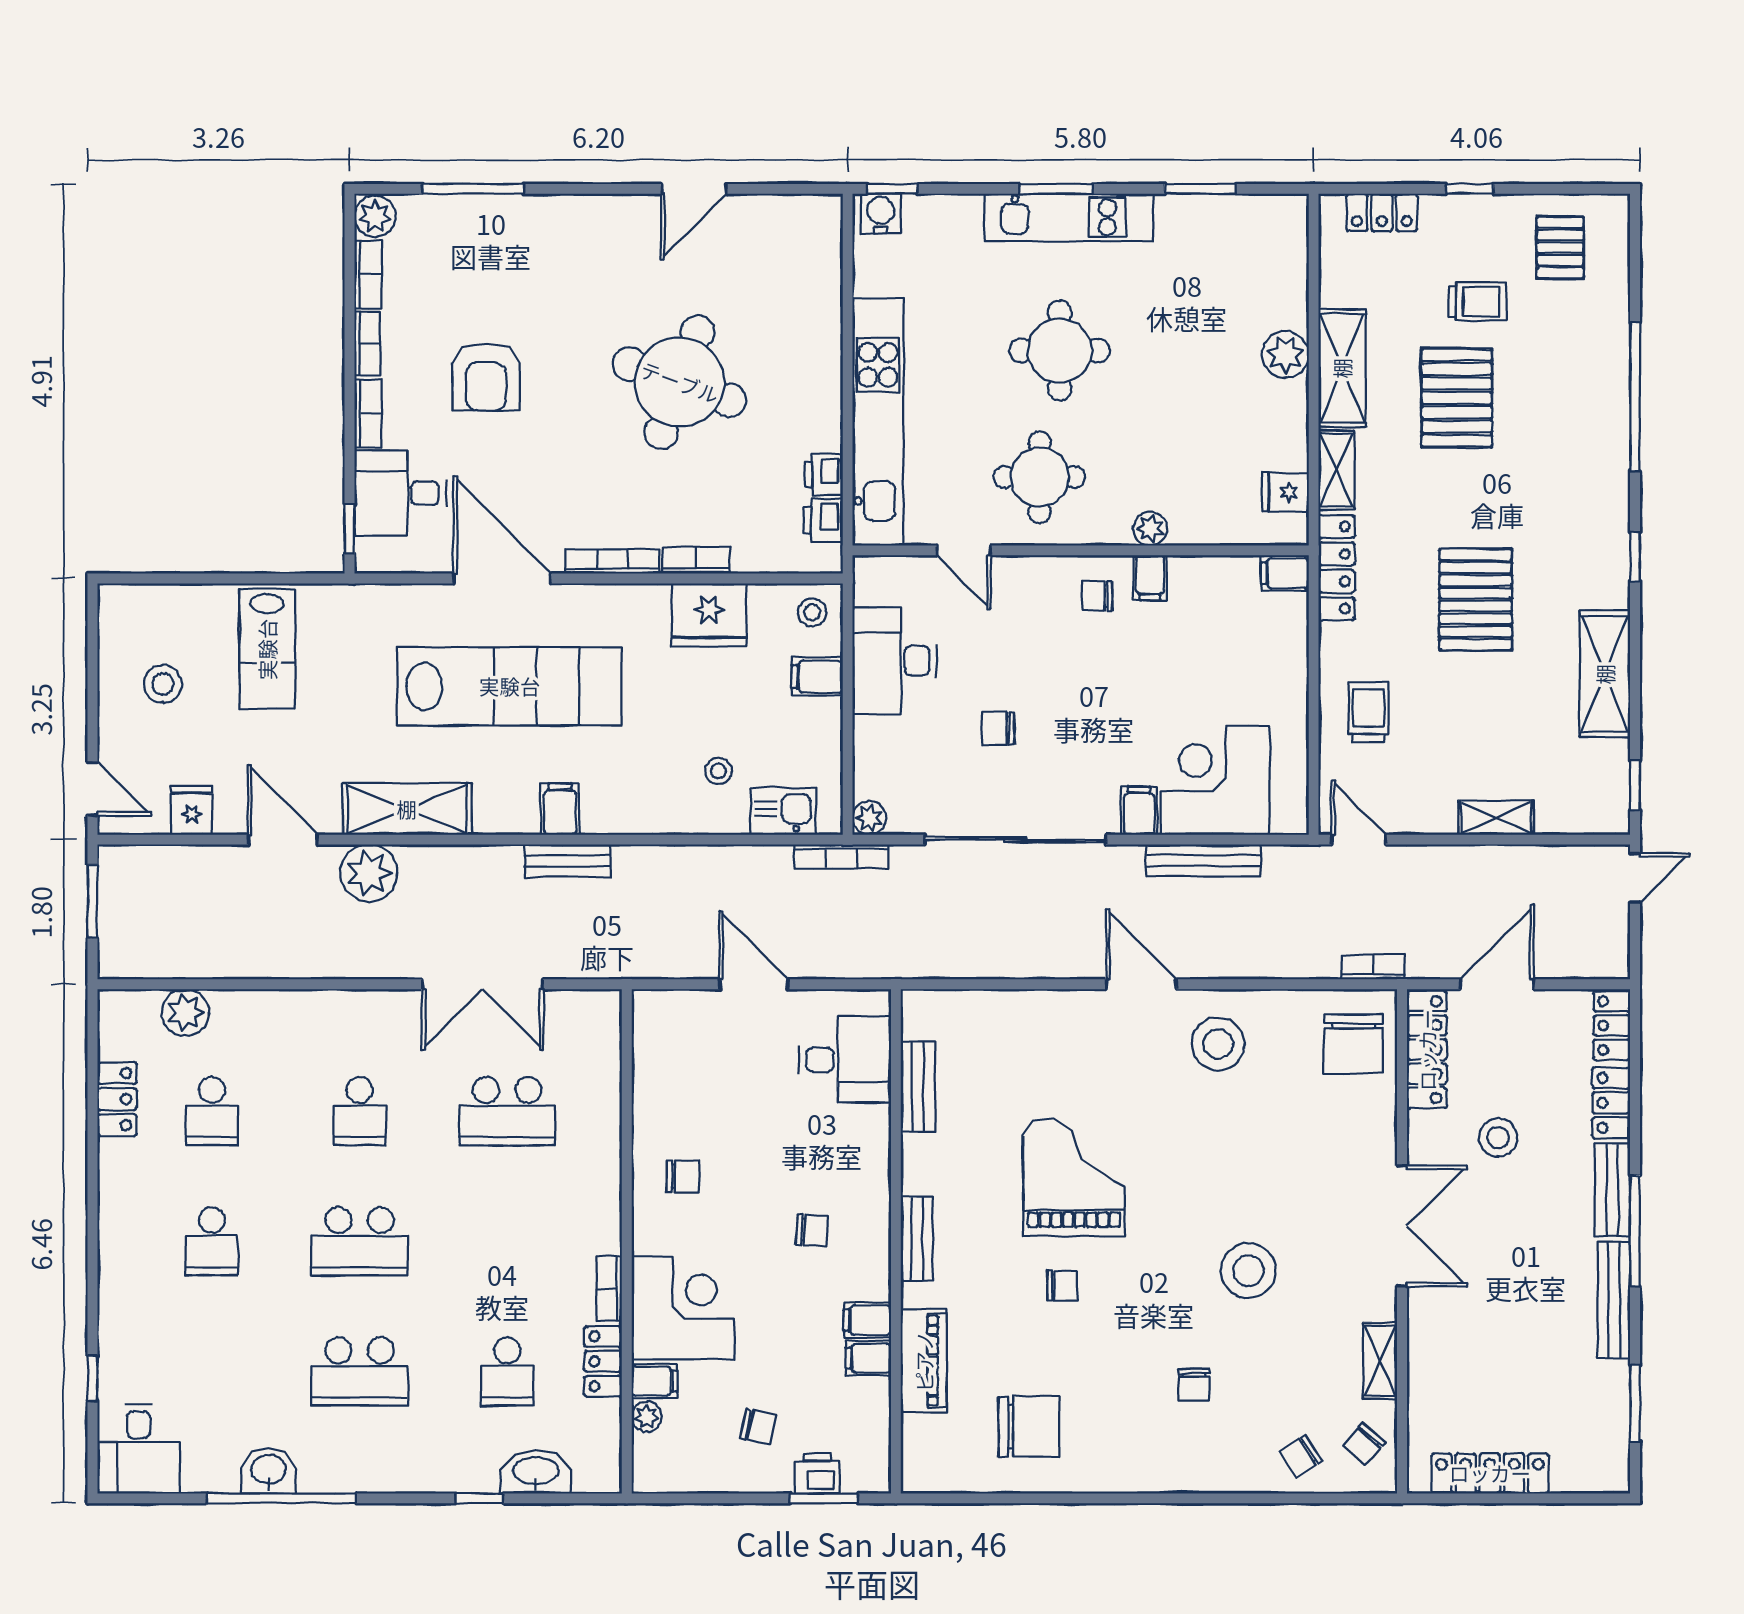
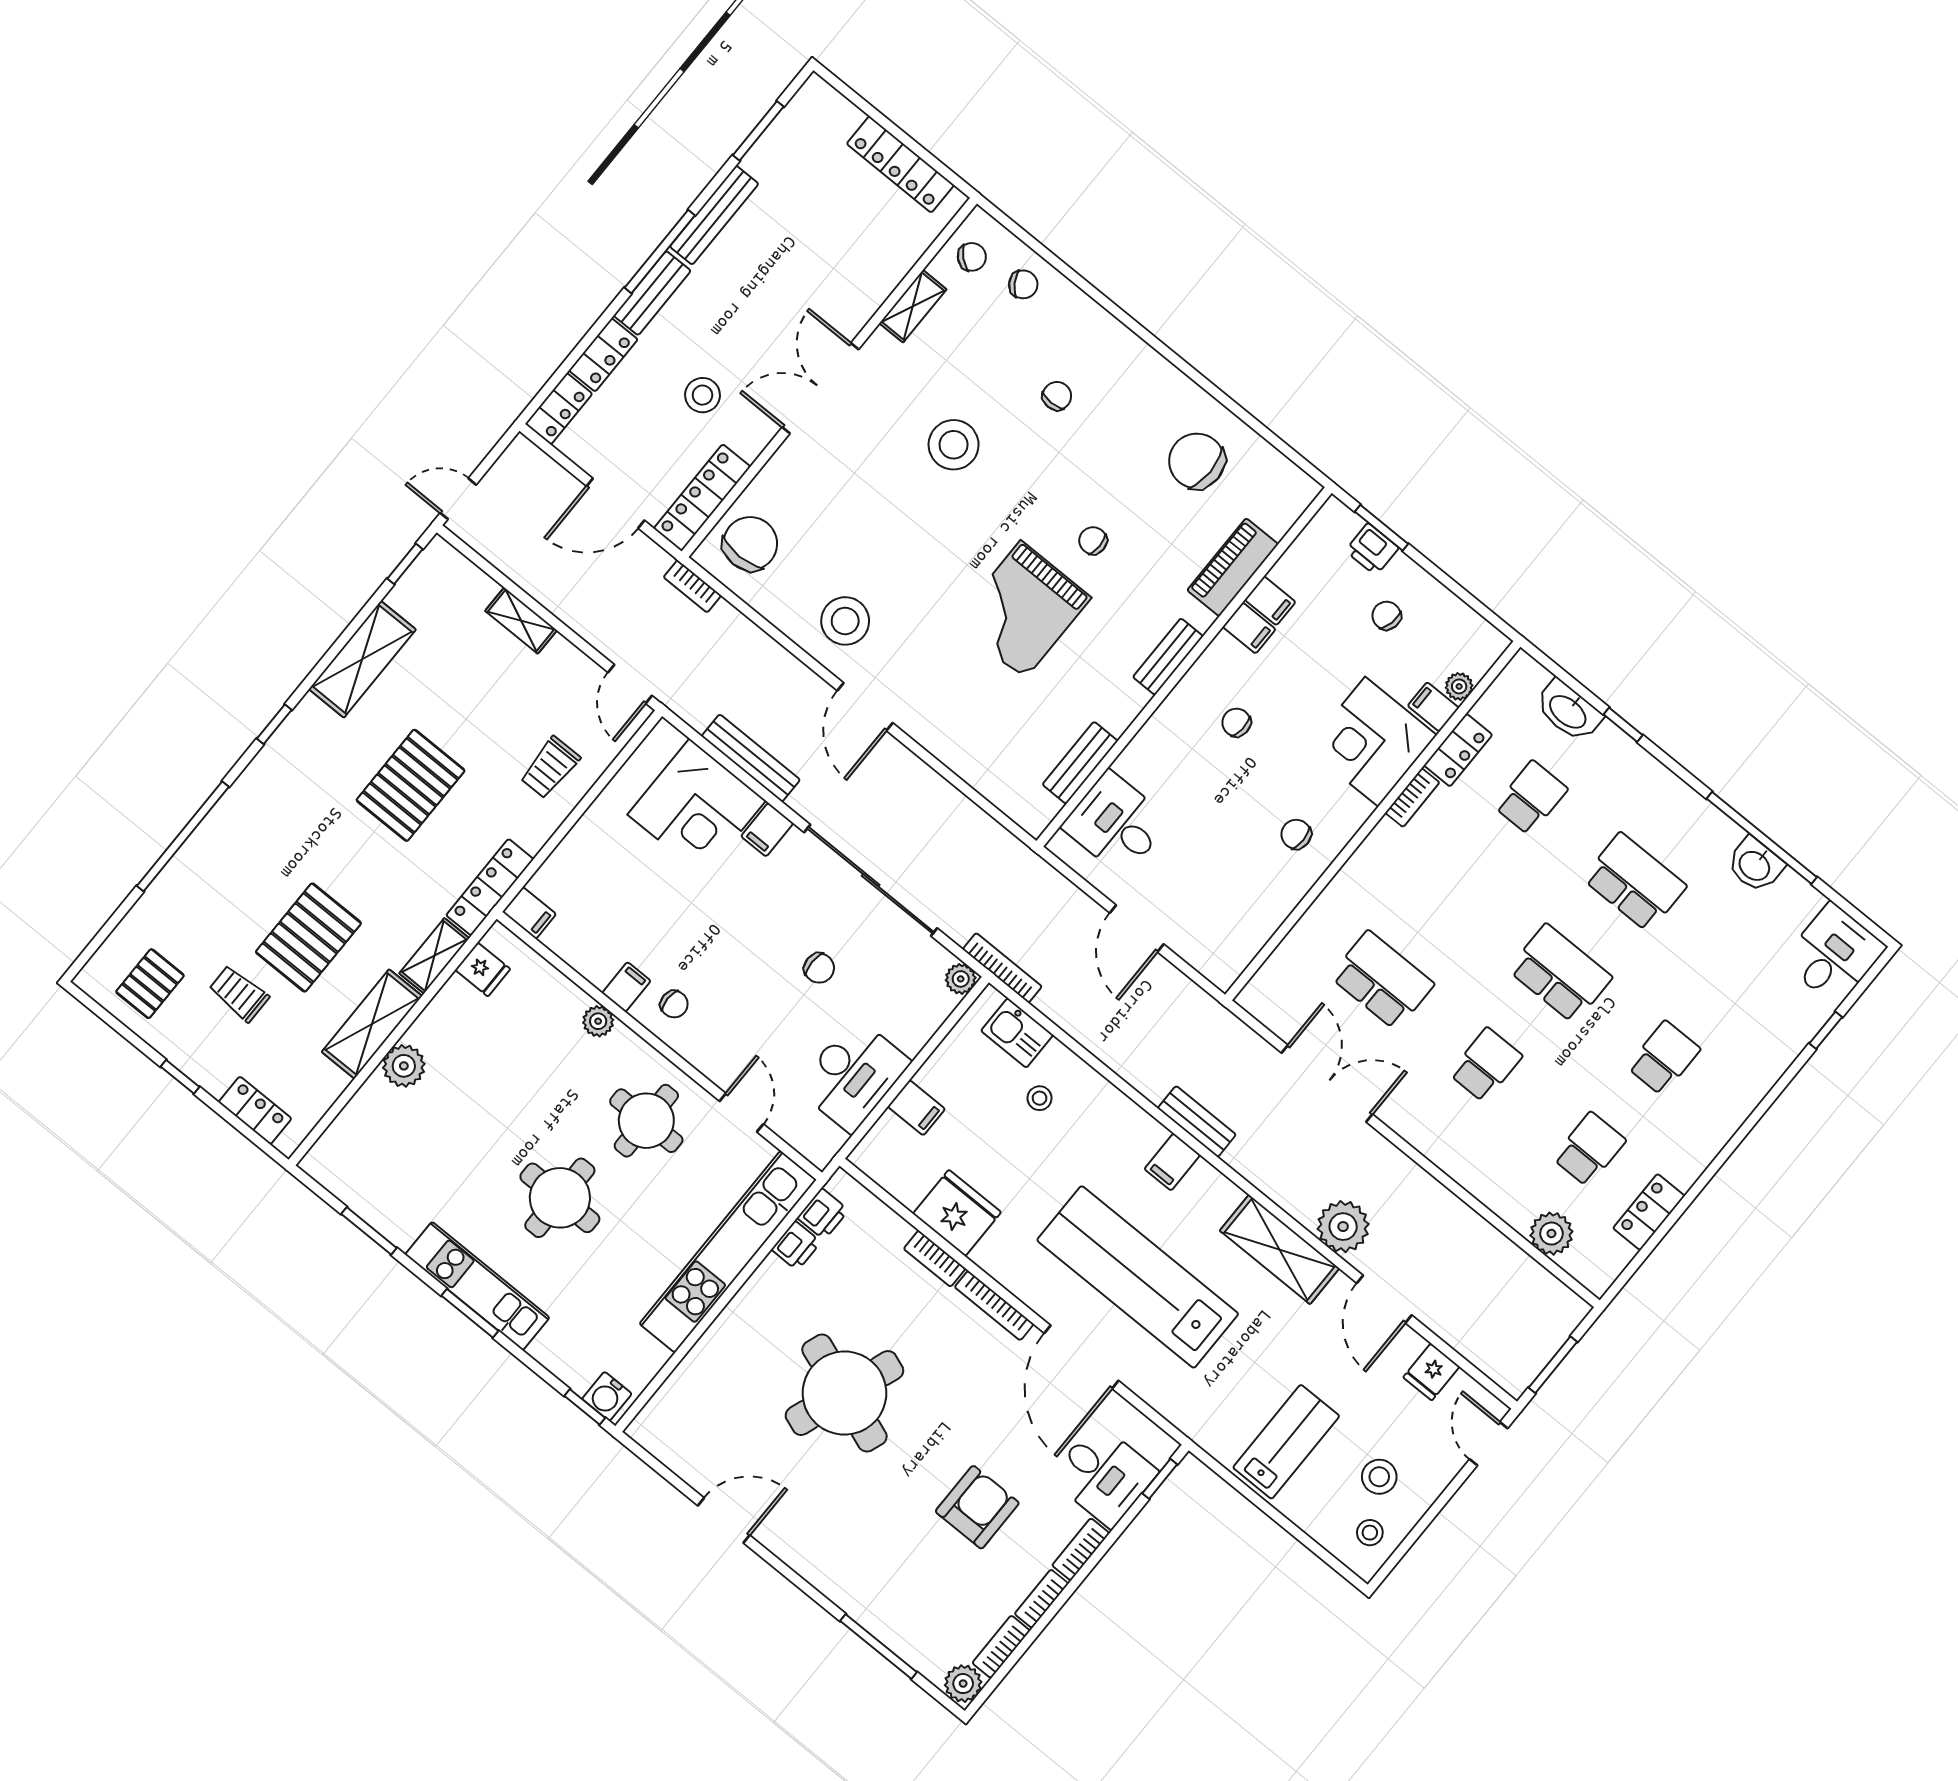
stool: (812, 612) -> (1370, 1533), moved

